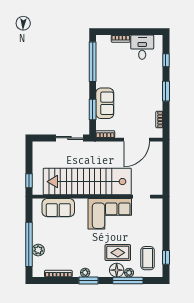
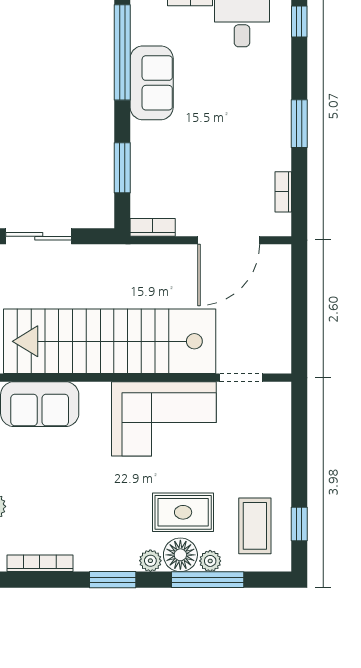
window: (166, 60) -> (299, 22), moved
sofa: (105, 103) -> (152, 83), moved
sliding door: (70, 138) -> (39, 236), moved
plant: (85, 273) -> (150, 561), moved

